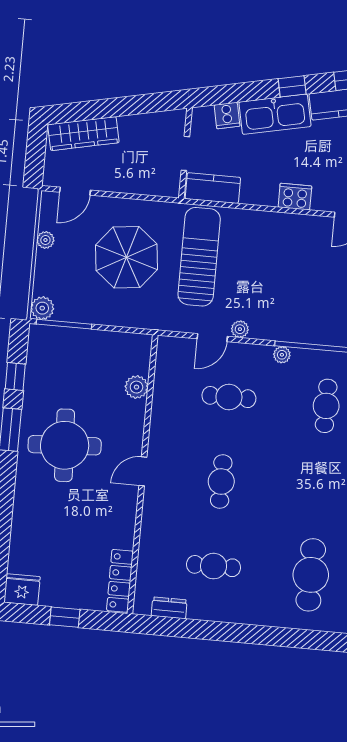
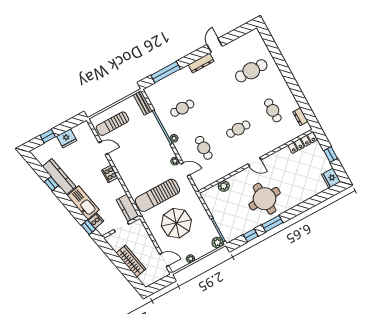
window: (292, 86) -> (88, 227), moved
wardrobe: (83, 134) -> (131, 261), moved

